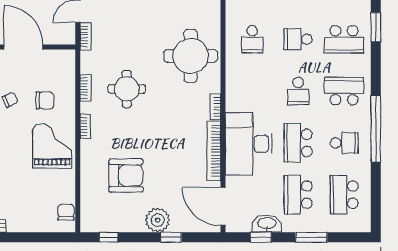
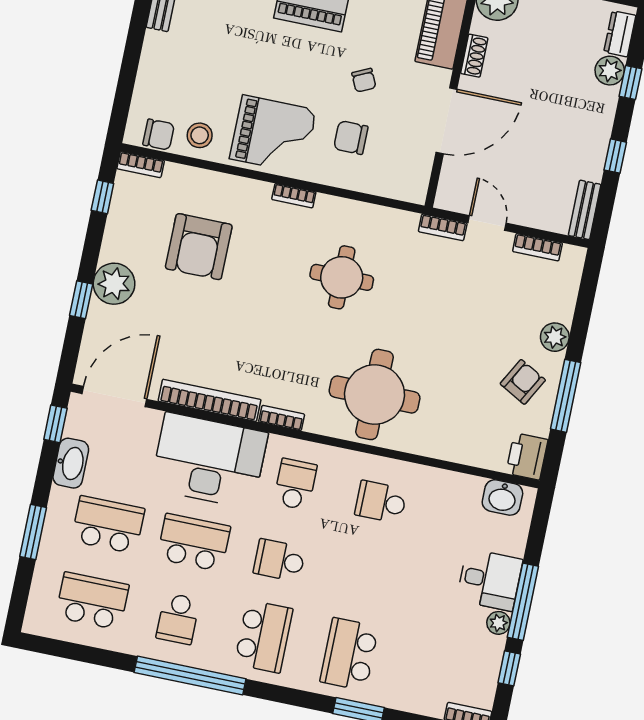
school desk: (298, 39) -> (295, 484), moved
bookcase: (86, 88) -> (141, 165), moved
chair: (45, 100) -> (351, 138), turned 90
stool: (61, 188) -> (200, 135), added
window: (261, 237) -> (55, 424), moved

